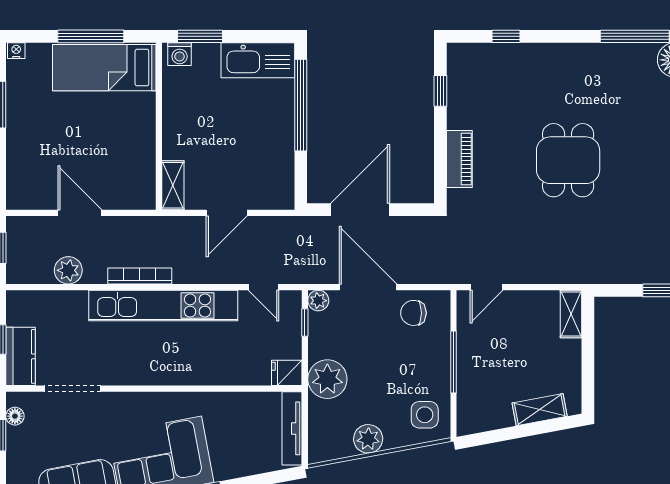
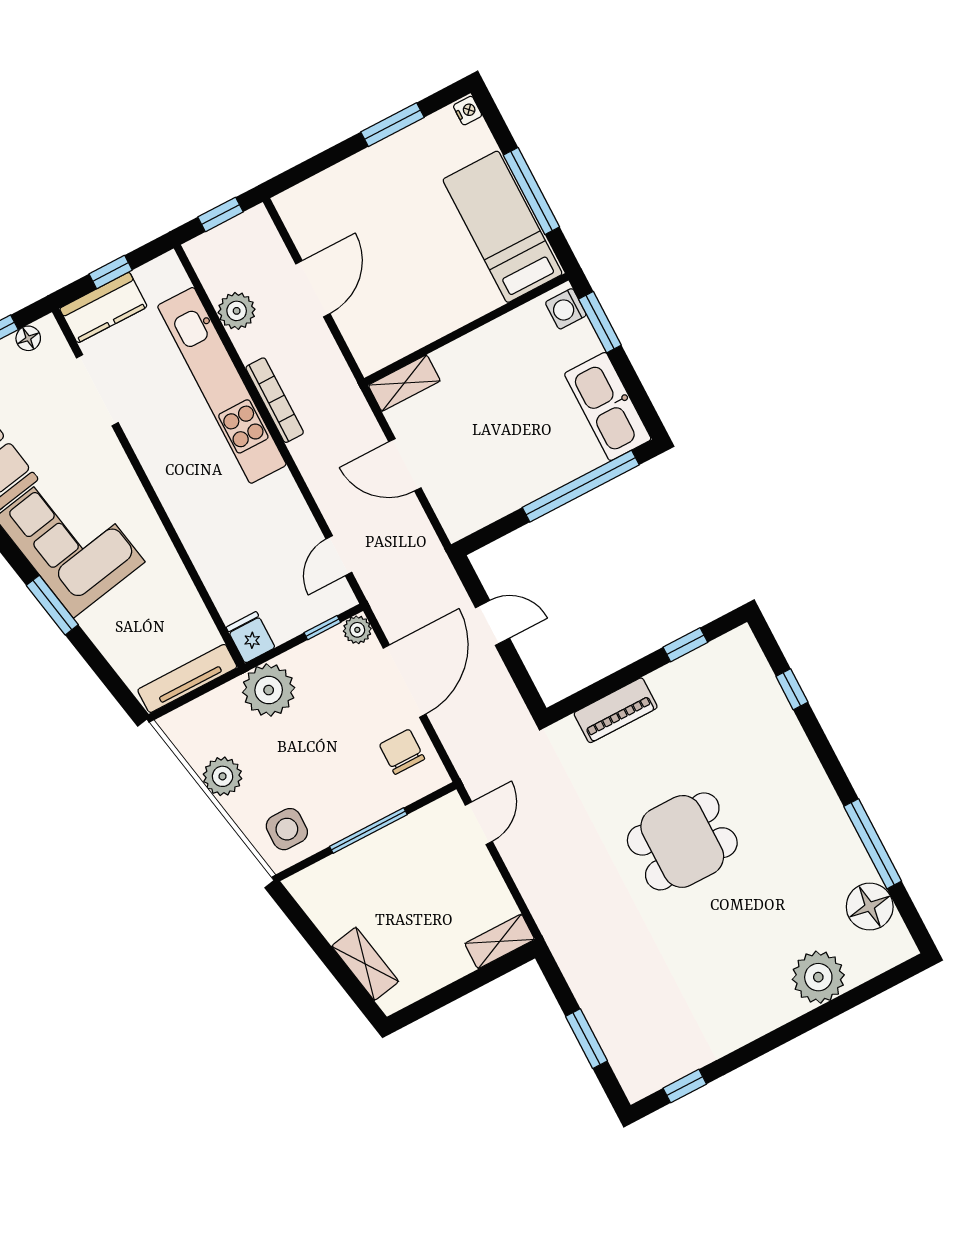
door: (360, 210) -> (492, 623), width x0.53
door: (486, 287) -> (479, 823), swing flipped
kitchen unit: (163, 305) -> (222, 385), moved

